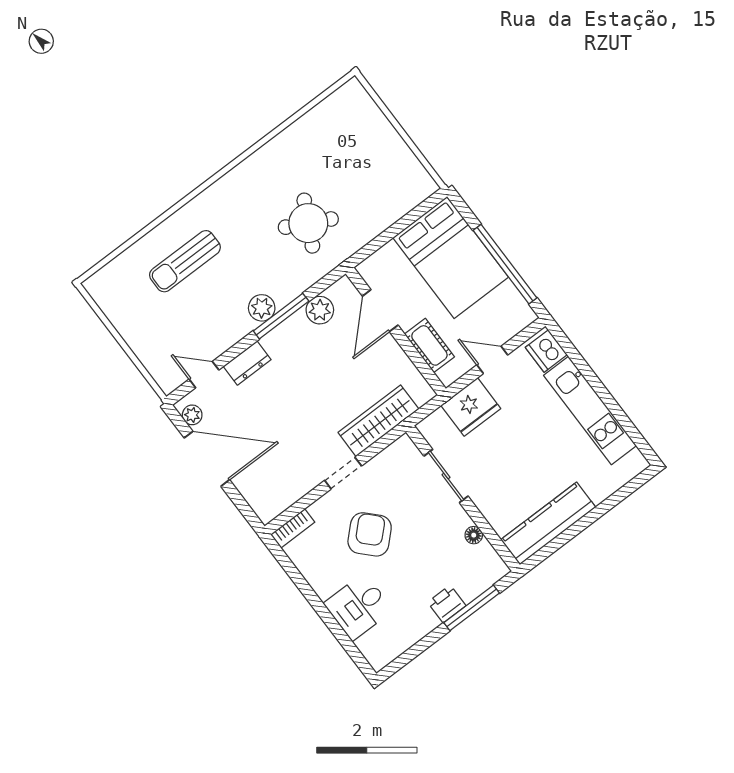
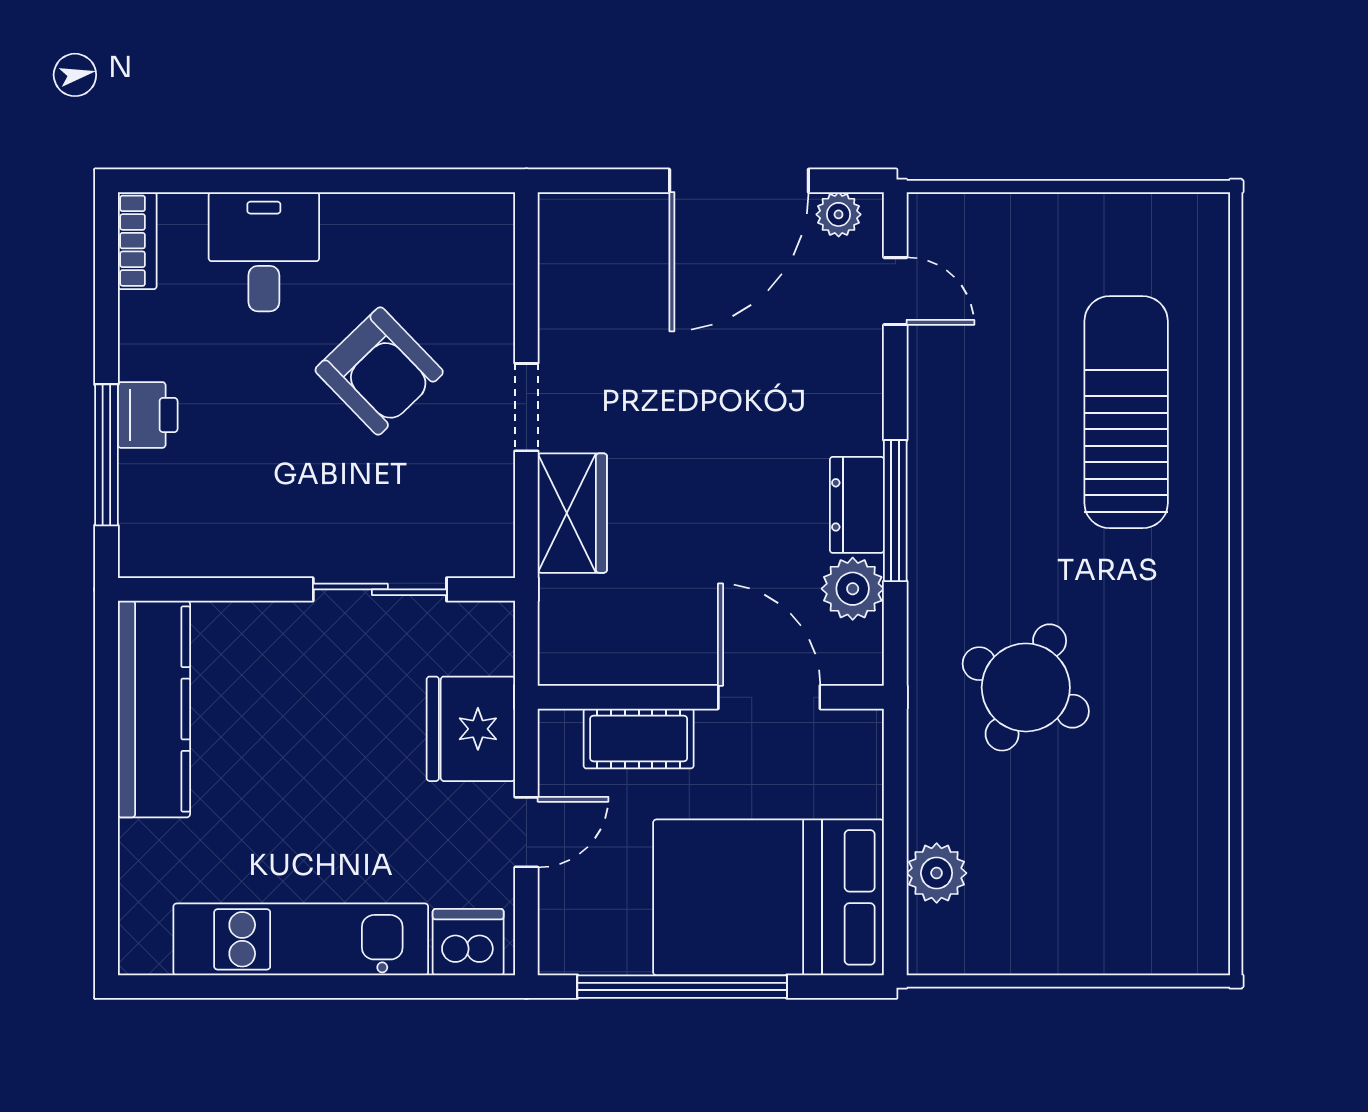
sun lounger: (185, 261) -> (1126, 412), width x1.36, depth x1.34
plant: (262, 308) -> (937, 873), moved
dresser: (247, 363) -> (857, 505), moved
door: (204, 375) -> (895, 291), hinge flipped
wardrobe: (378, 421) -> (572, 513), width x0.67
bookcase: (293, 528) -> (137, 241), moved, turned 180
floor lamp: (474, 535) -> (235, 558), removed

